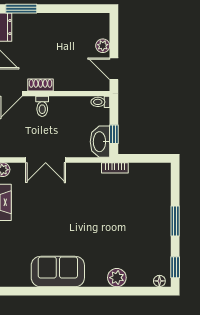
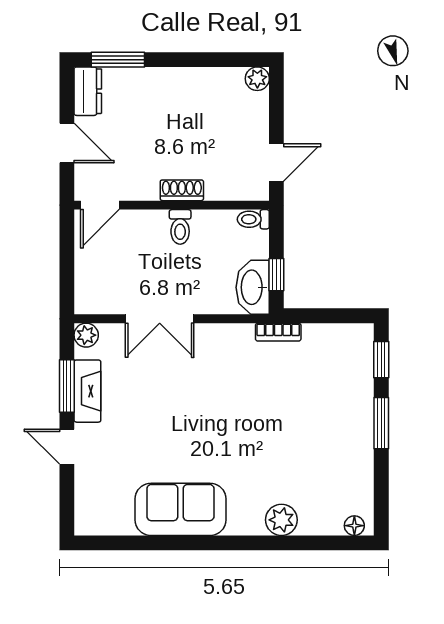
plant: (103, 46) -> (257, 79), moved
door: (114, 69) -> (276, 163), swing flipped
shoe rack: (41, 85) -> (182, 190), moved
toilet: (42, 106) -> (180, 227), moved
window: (175, 267) -> (381, 360), moved

